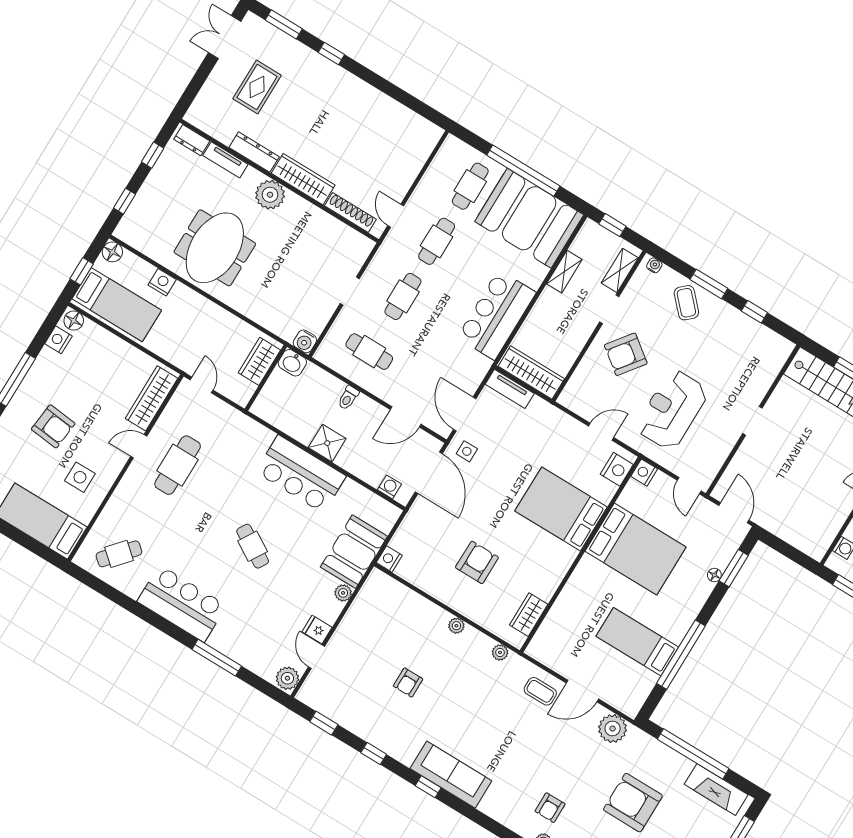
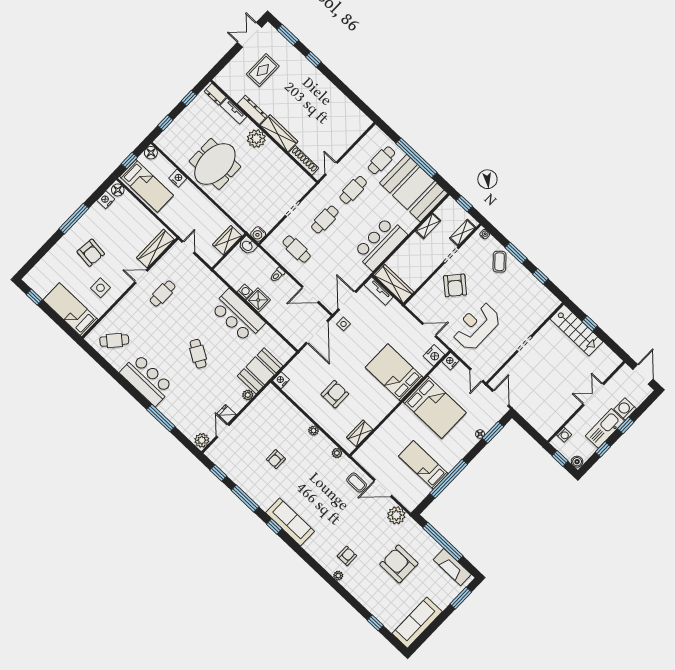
armchair: (626, 354) -> (455, 285), turned -86
cafe table: (178, 465) -> (163, 294), width x0.73, depth x0.74
washing machine: (389, 487) -> (245, 292), moved
window: (374, 753) -> (245, 498), width x2.17
armchair: (550, 808) -> (347, 556), turned 180

